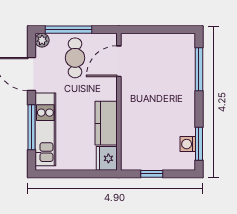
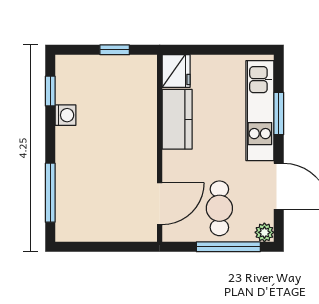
window: (32, 127) -> (279, 113), width x0.69
washing machine: (188, 144) -> (65, 115), moved
window: (199, 144) -> (50, 91), width x0.67

